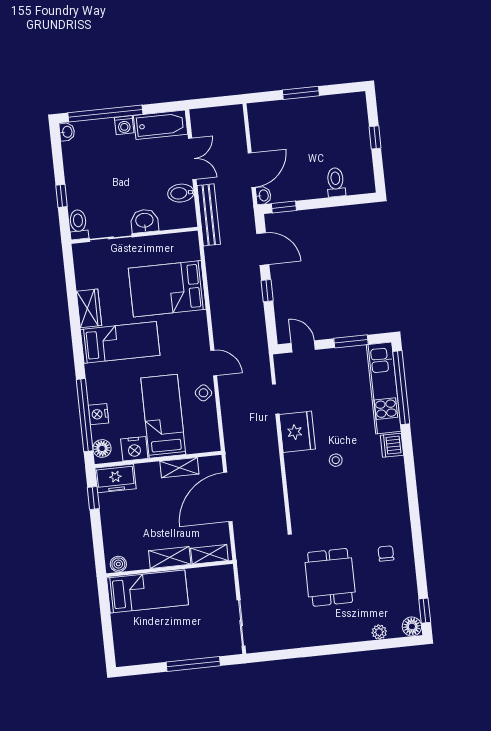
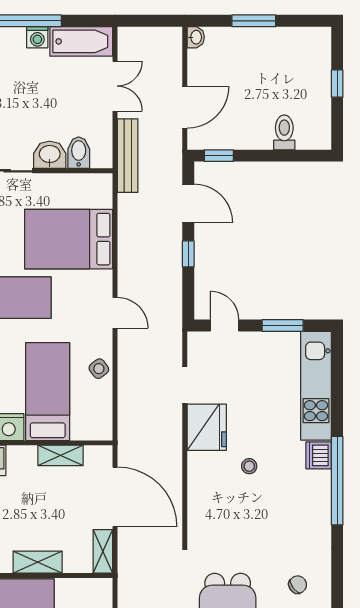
bidet: (181, 193) -> (79, 153), moved, turned 90
washbasin: (263, 195) -> (196, 37), moved
door: (214, 363) -> (115, 313), moved
window: (401, 388) -> (337, 481), moved
door: (228, 497) -> (115, 497), swing flipped
chair: (386, 553) -> (298, 585), turned 53
shelving: (209, 554) -> (103, 551), moved, turned 90

